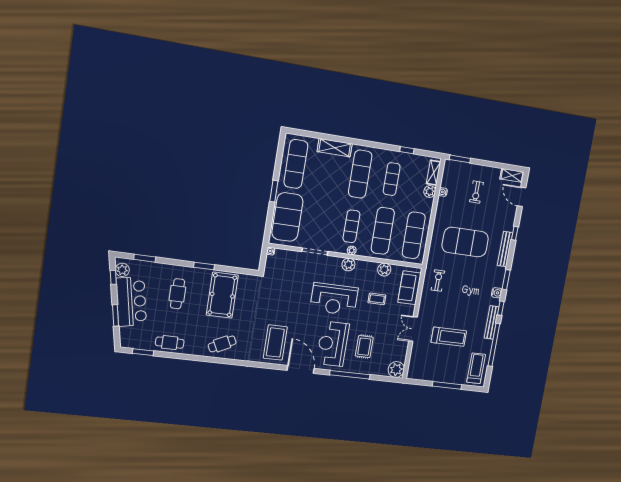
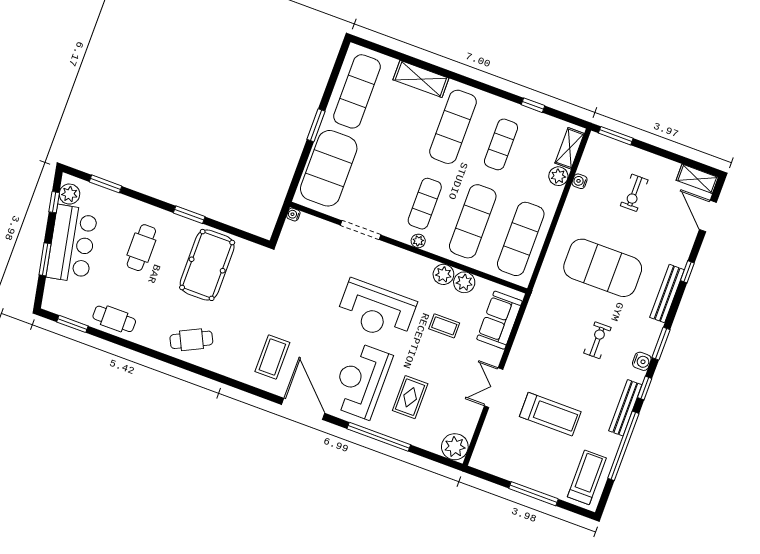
plant: (348, 265) -> (443, 274), moved
exercise bike: (438, 280) -> (597, 340), moved
coffee table: (275, 343) -> (272, 357), width x0.73, depth x0.76

